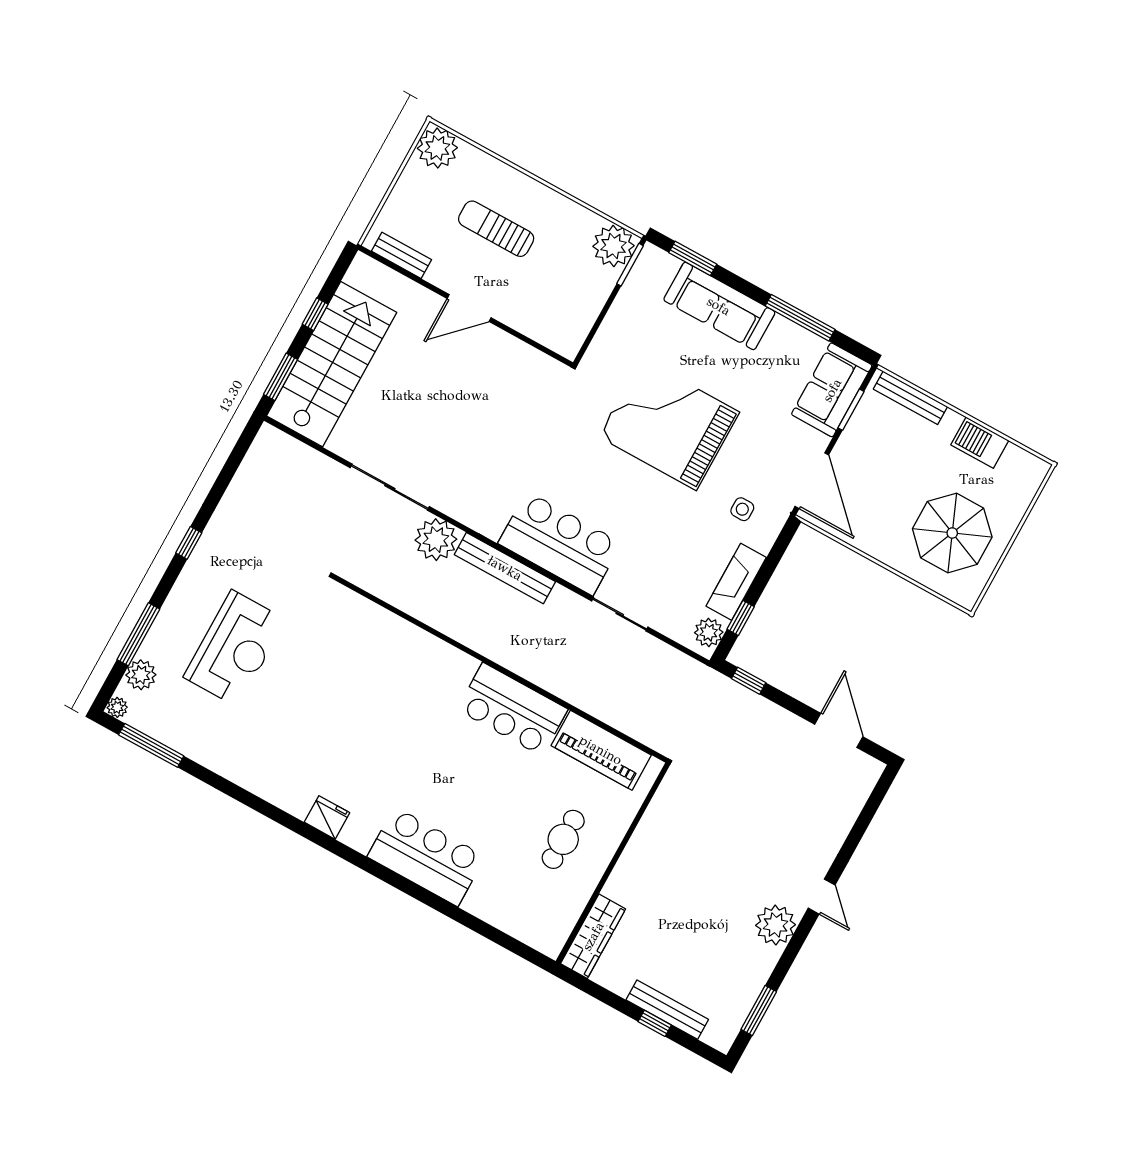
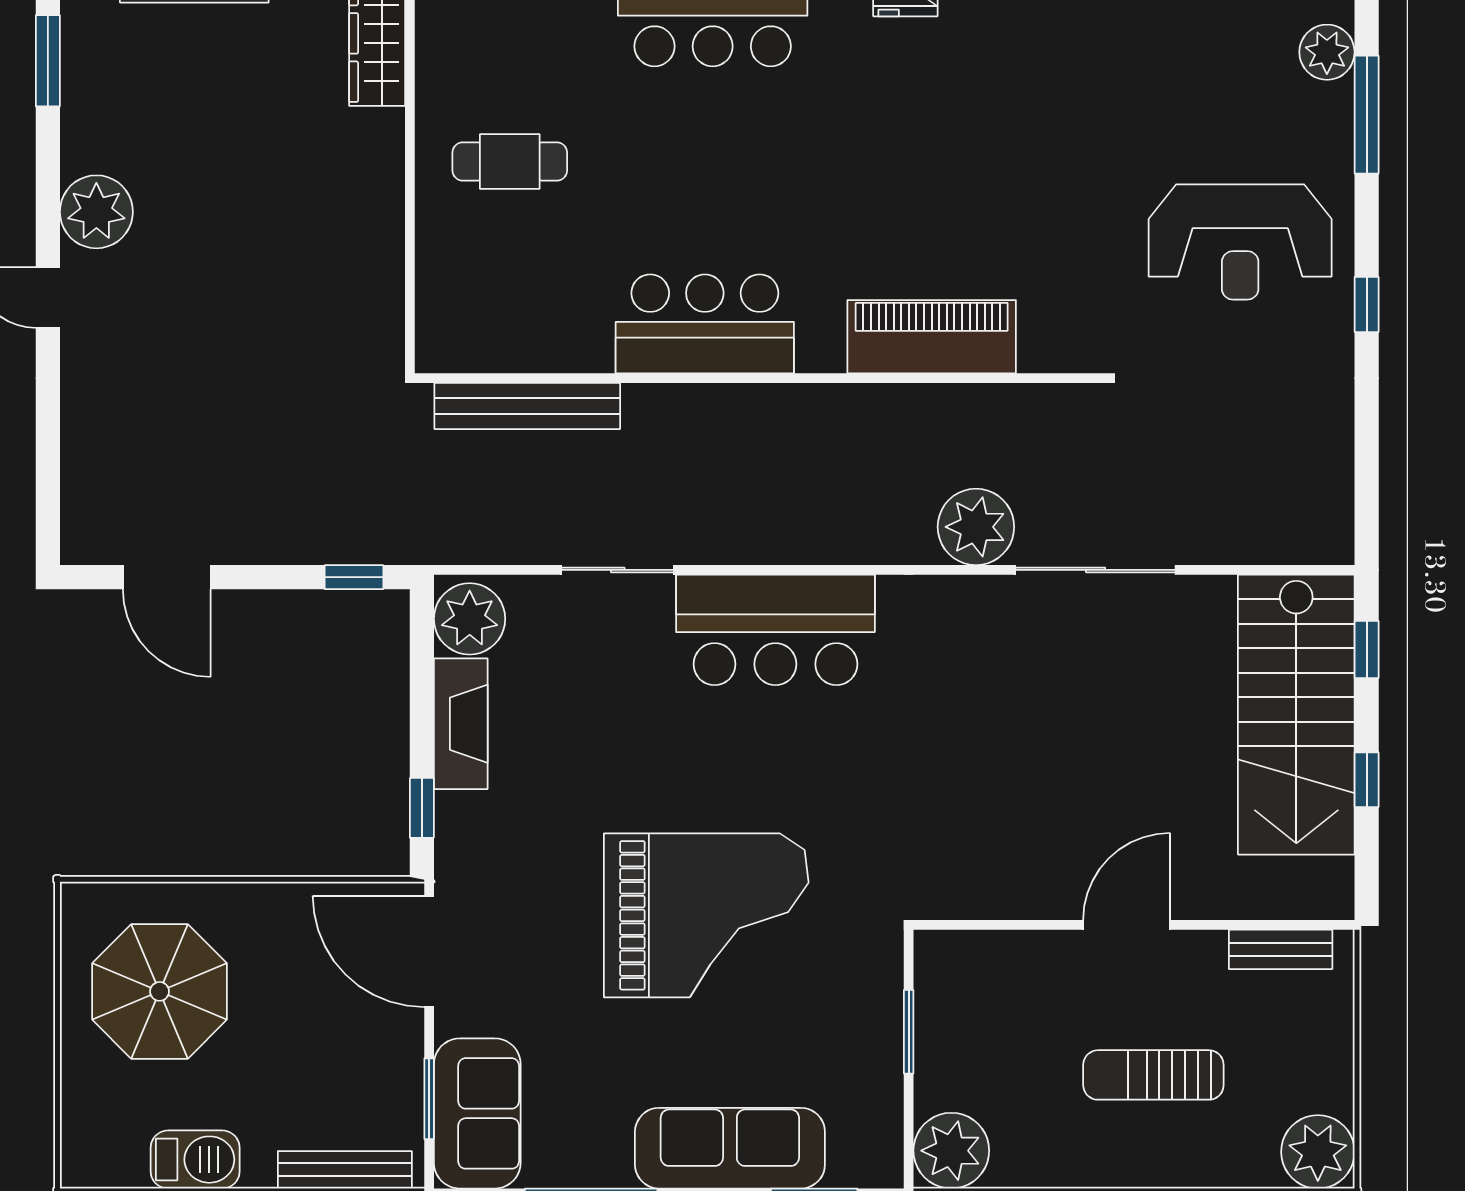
sun lounger: (496, 229) -> (1153, 1075), turned 180
window: (630, 265) -> (909, 1032), moved
window: (280, 377) -> (1367, 649), width x0.67
side table: (742, 509) -> (515, 845), removed
bench: (505, 568) -> (527, 406), moved
window: (741, 618) -> (422, 808), moved
plant: (709, 632) -> (470, 619), width x1.36, depth x1.36
reception desk: (235, 648) -> (1240, 242), moved, turned -90
piano: (601, 750) -> (932, 337), moved
cafe table: (563, 839) -> (510, 161), turned 90

